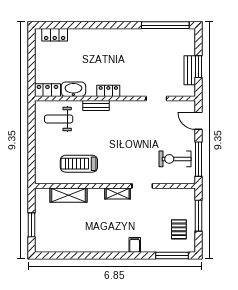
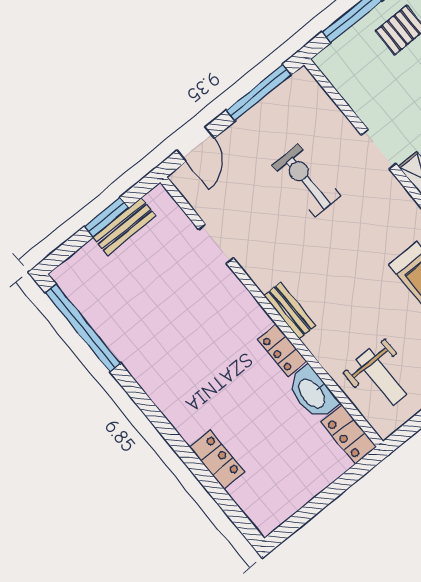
locker: (55, 35) -> (217, 460), moved
locker: (108, 91) -> (282, 350), moved
bench: (96, 105) -> (290, 311), moved
exercise bike: (175, 159) -> (306, 180), moved, turned 180

